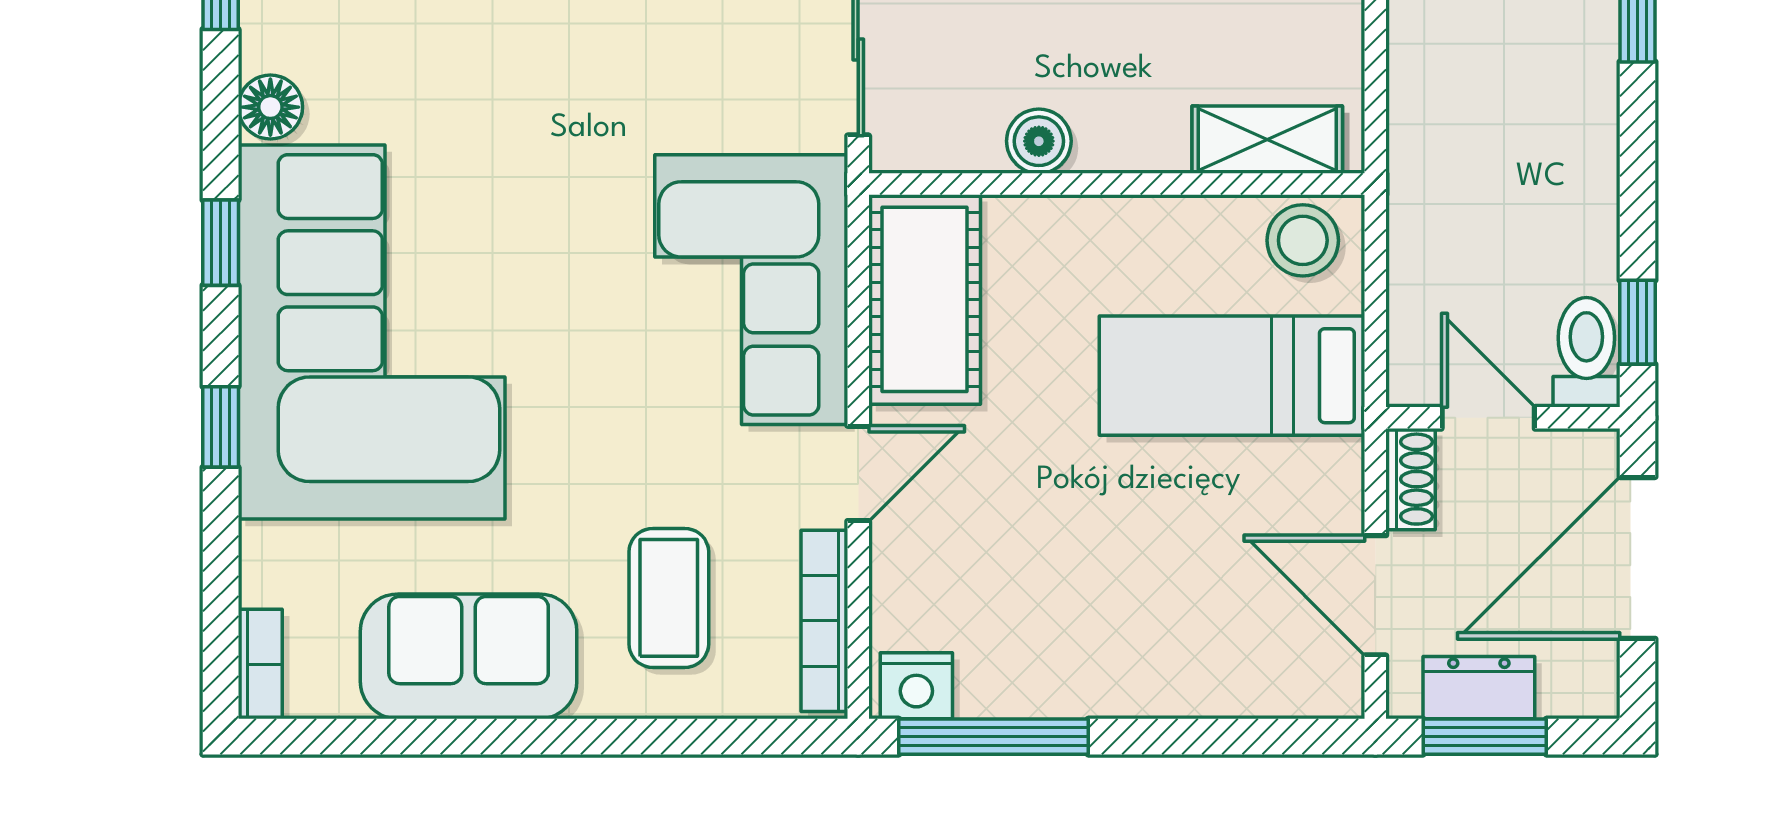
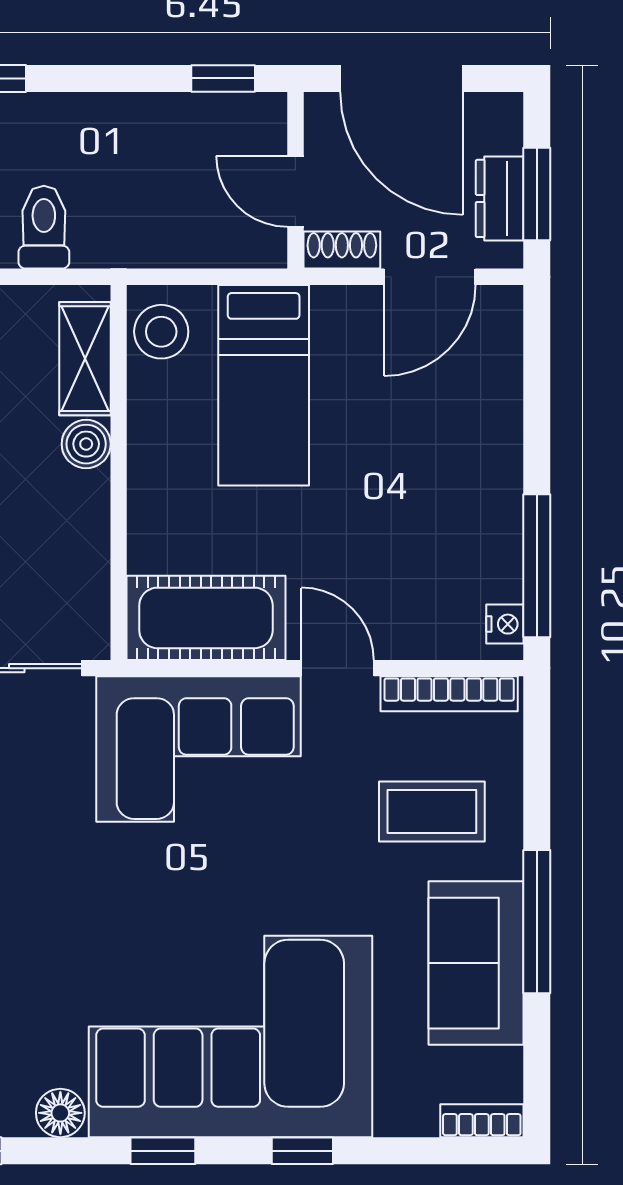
boiler: (1039, 141) -> (86, 444), moved
toilet: (1586, 352) -> (44, 227), moved, turned 90
door: (1488, 418) -> (295, 191), hinge flipped
nightstand: (916, 686) -> (505, 624), width x0.72, depth x0.74
window: (523, 737) -> (537, 922), added

